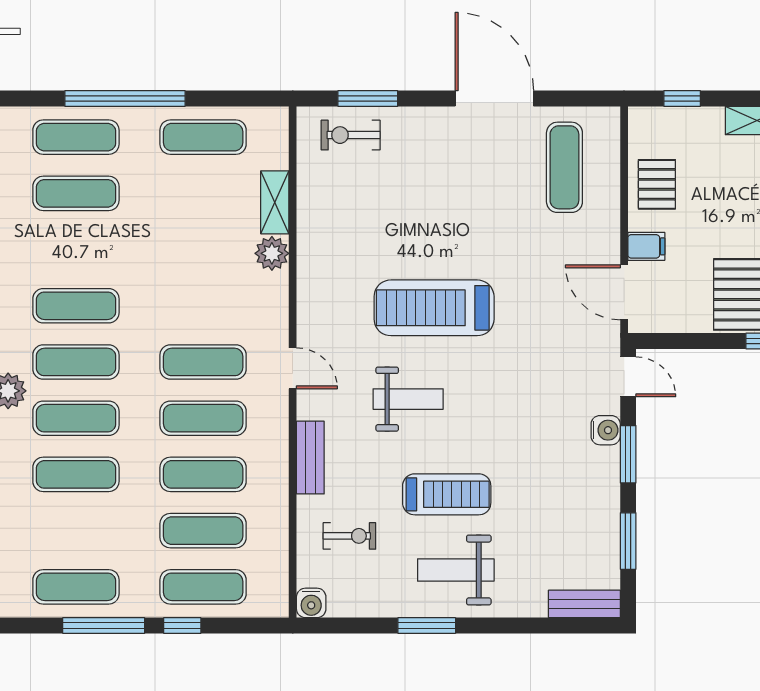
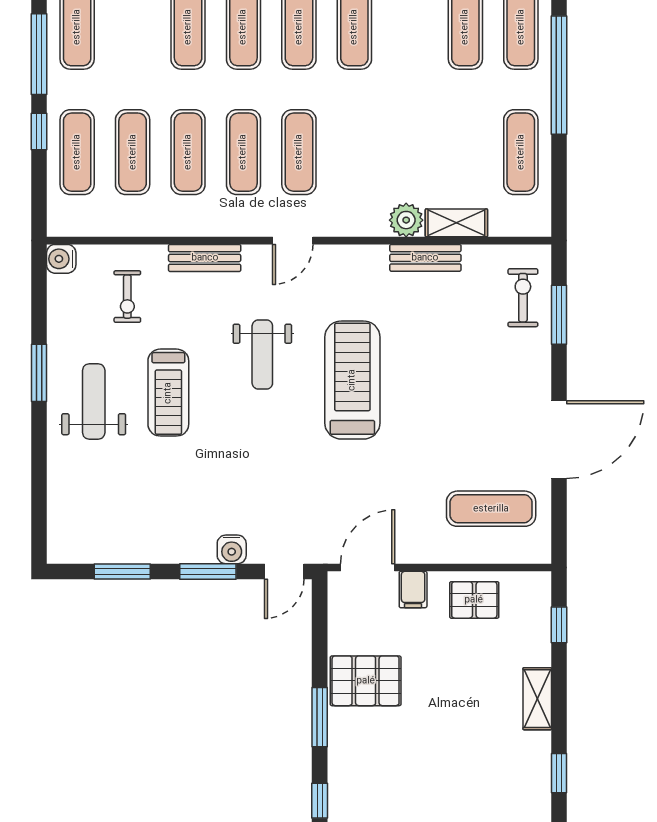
bench: (584, 604) -> (425, 258), moved, turned 90

